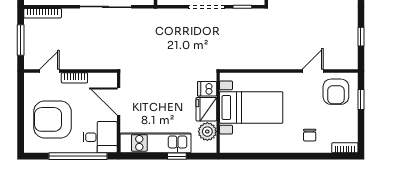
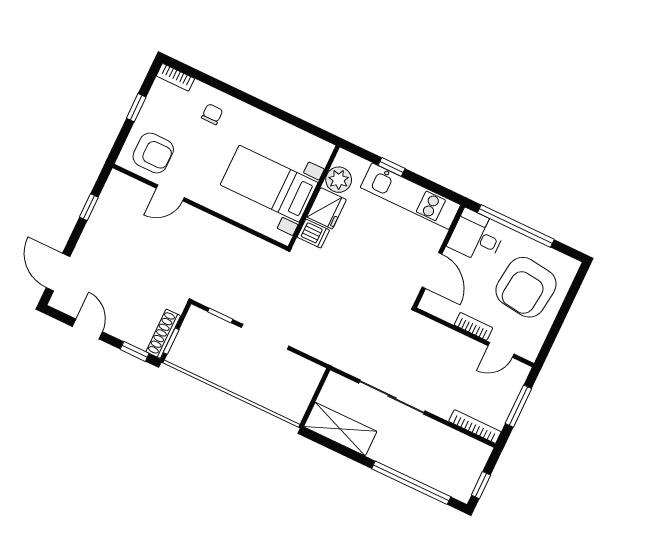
armchair: (336, 92) -> (153, 153), turned 90
window: (361, 100) -> (136, 108), moved
armchair: (52, 119) -> (526, 287), turned 97

